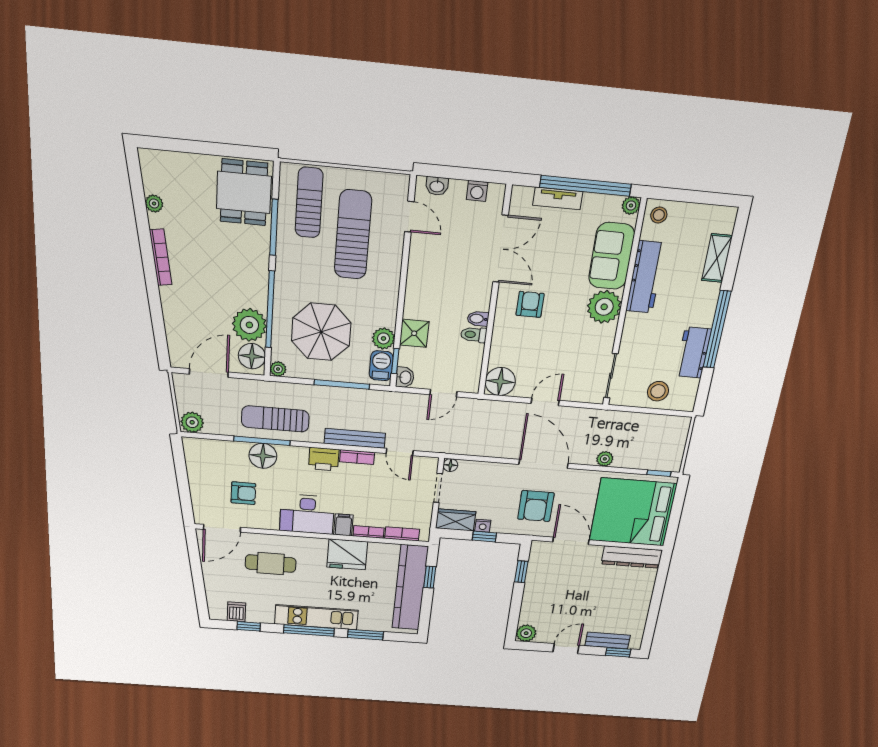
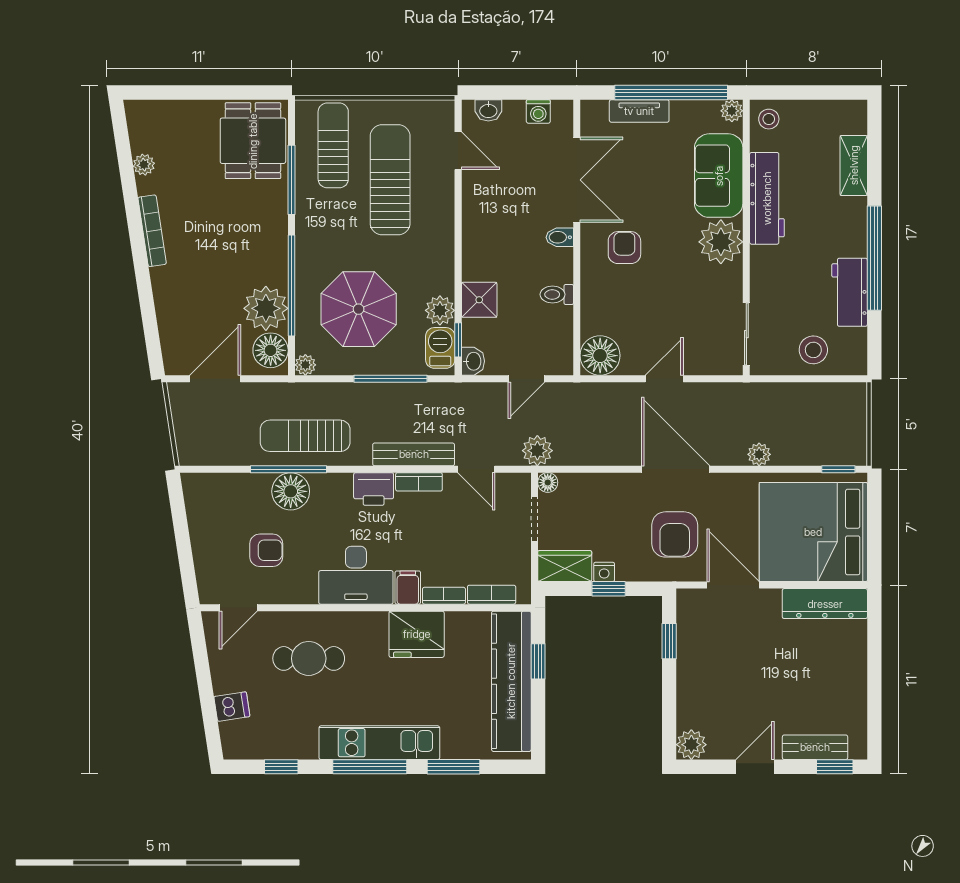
bidet: (478, 319) -> (560, 237), moved
plant: (192, 422) -> (537, 451), moved
door: (222, 528) -> (238, 608), width x0.73
dishwasher: (236, 612) -> (232, 707), moved, turned 81

